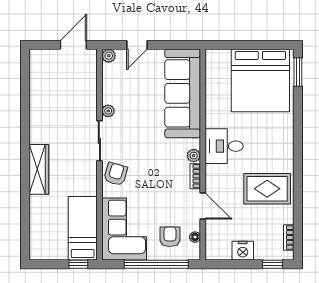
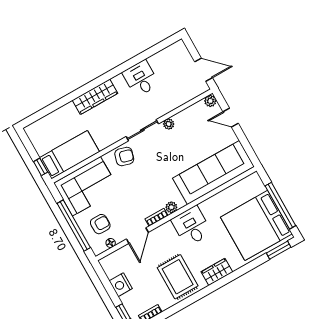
window: (254, 45) -> (280, 206), added
desk: (46, 113) -> (141, 78), added
wardrobe: (285, 147) -> (217, 272), added

